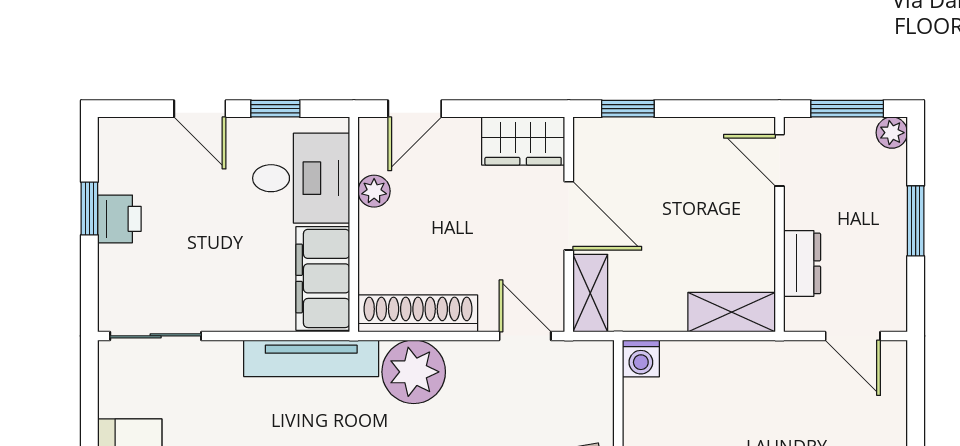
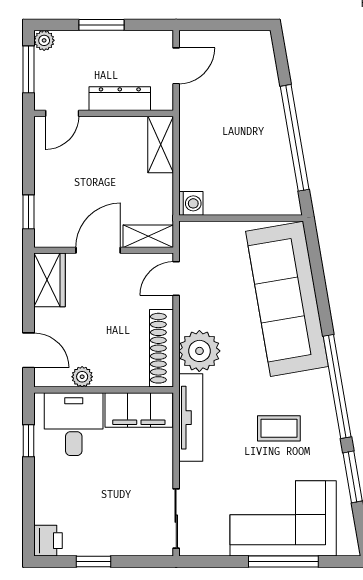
door: (200, 109) -> (29, 490), removed
printer: (119, 219) -> (48, 541), moved, turned 90
dresser: (802, 263) -> (120, 99), width x1.44

